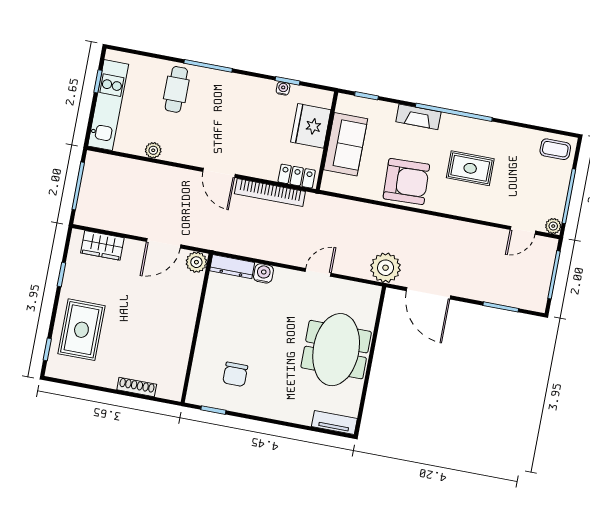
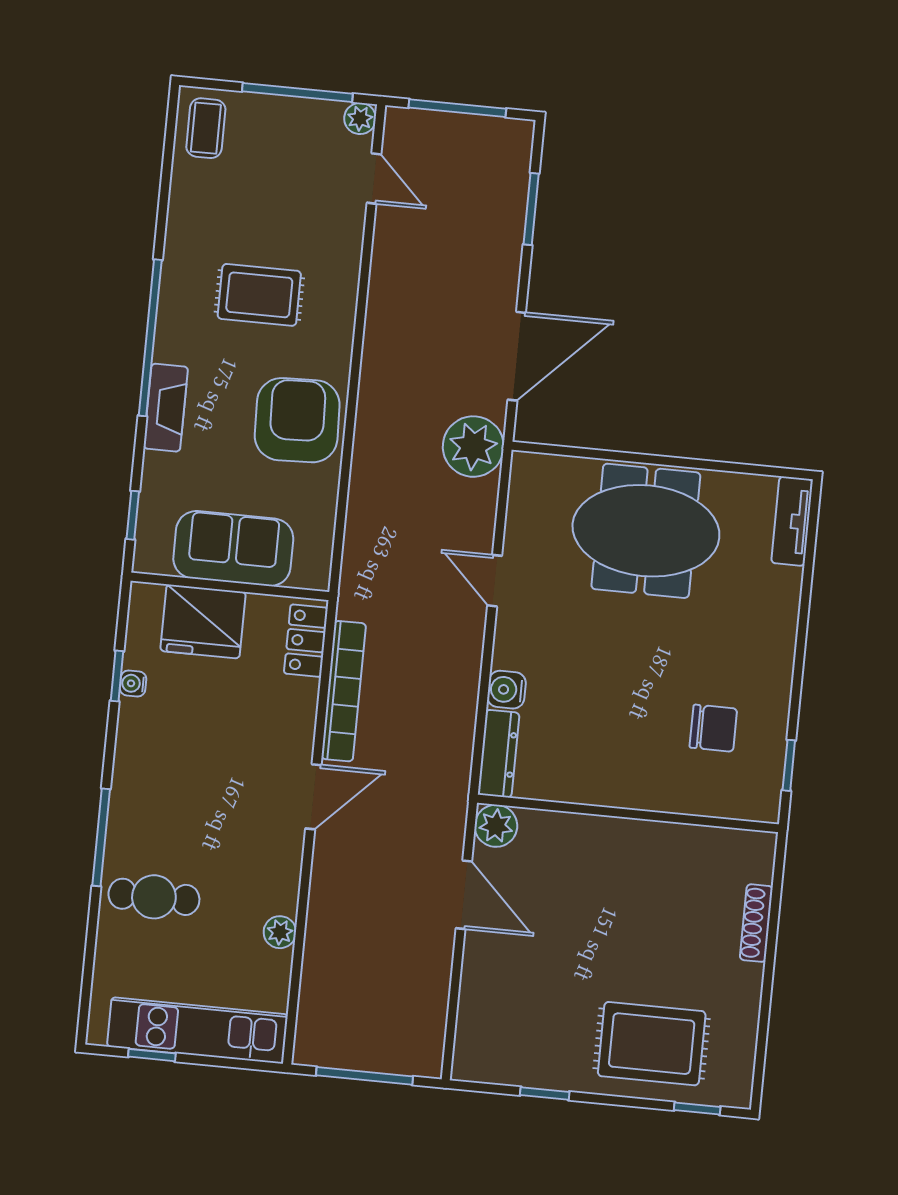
rug: (470, 168) -> (259, 295), turned 90
wardrobe: (102, 245) -> (479, 1017), removed

